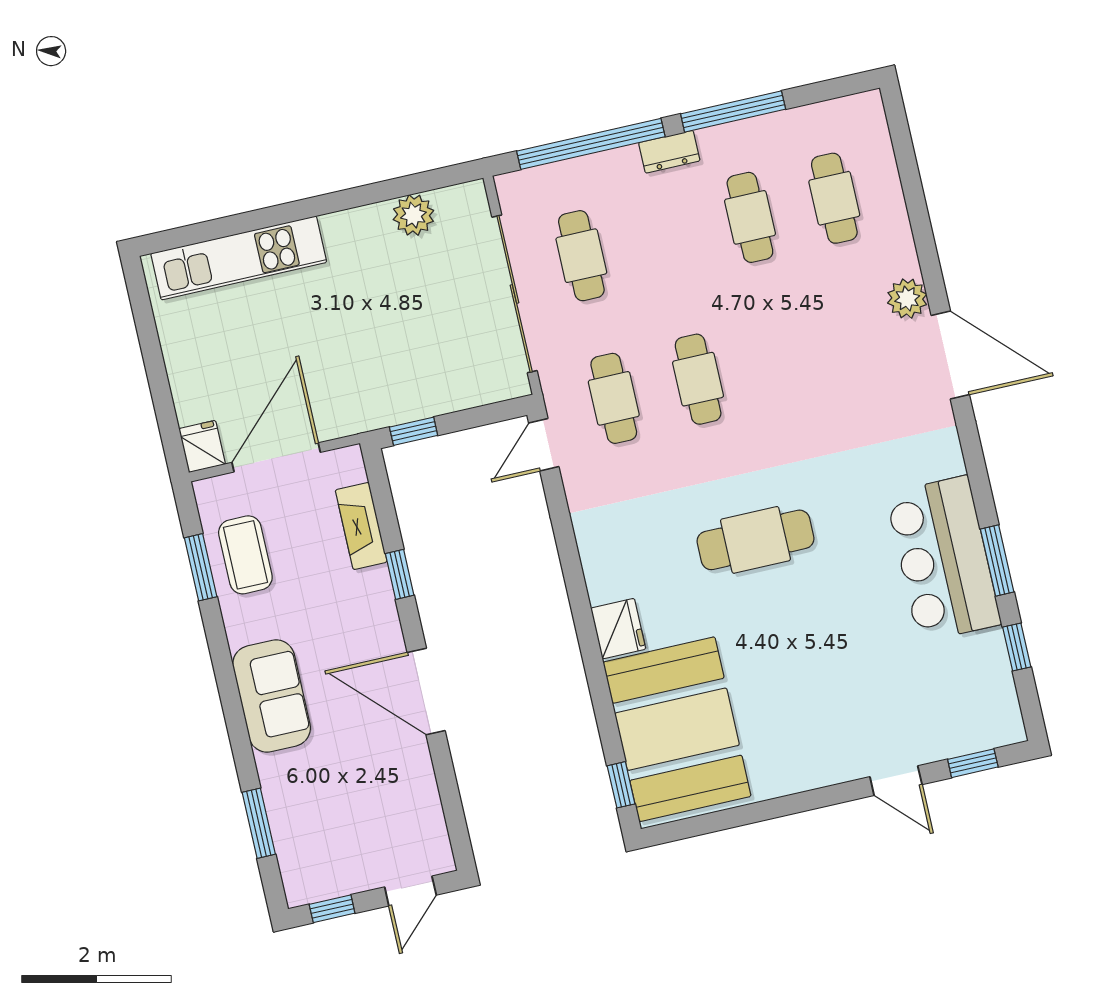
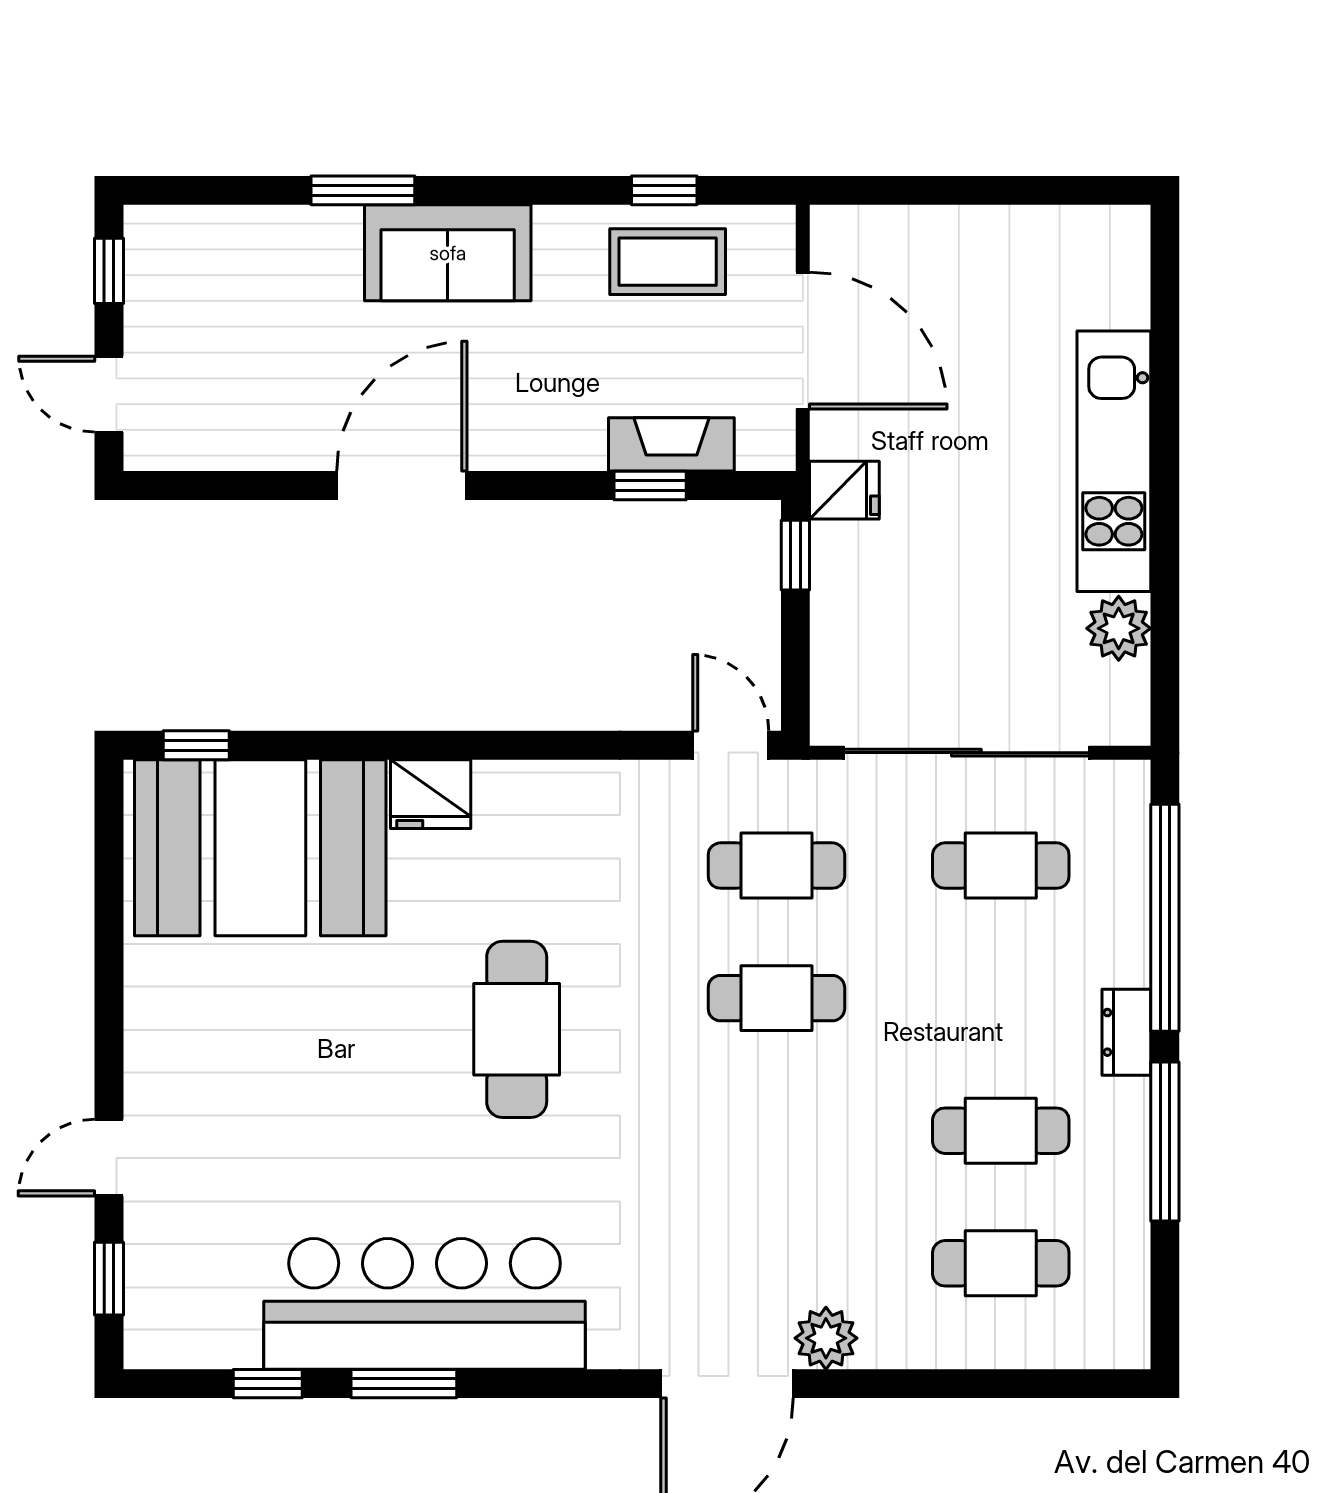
kitchen unit: (239, 258) -> (1114, 461), moved
fridge: (202, 446) -> (844, 490), moved
bar counter: (943, 559) -> (425, 1304), width x1.36
window: (201, 567) -> (664, 190), width x0.67
window: (400, 574) -> (650, 486), moved
window: (259, 823) -> (363, 190), moved

